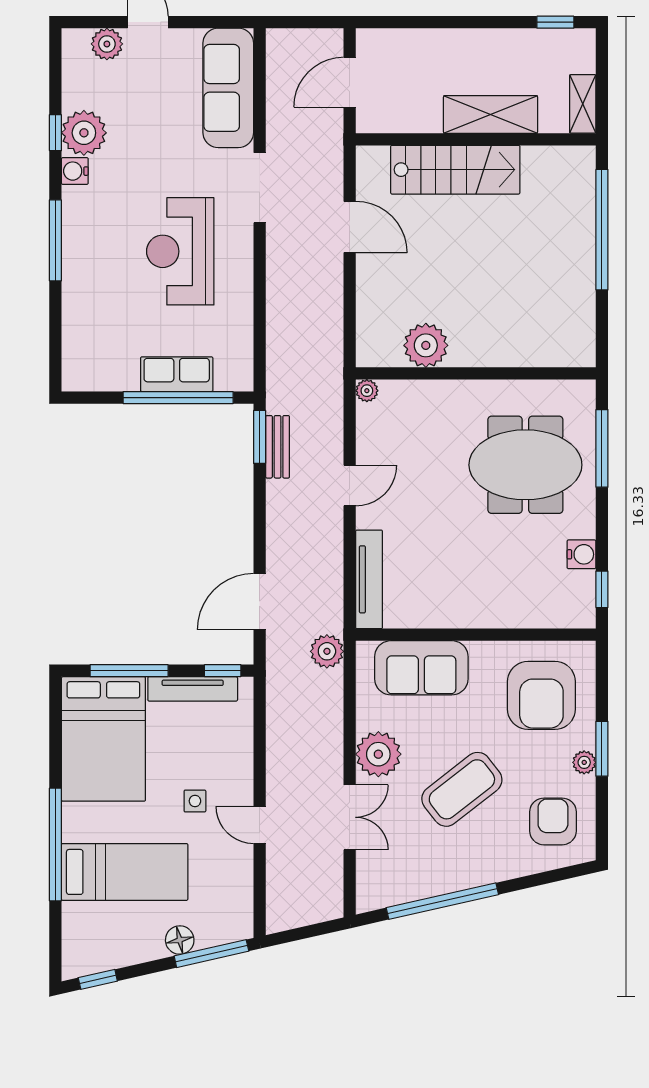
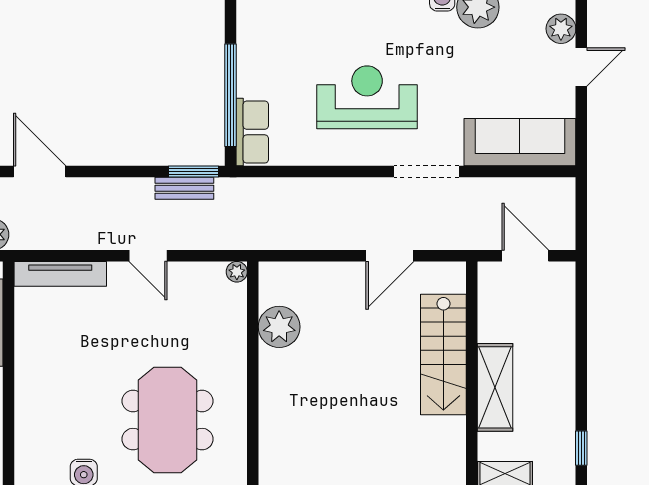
row of seats: (177, 374) -> (252, 132), moved

